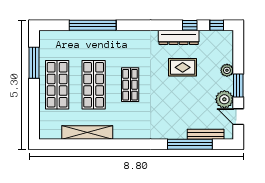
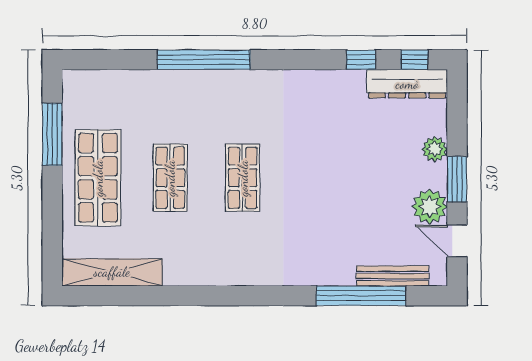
window: (93, 25) -> (204, 60), moved
dresser: (179, 37) -> (407, 84), moved
rug: (183, 67) -> (347, 143), removed
shop shelf: (94, 85) -> (170, 178), width x0.70, depth x0.74
shelving: (87, 132) -> (112, 272), moved

